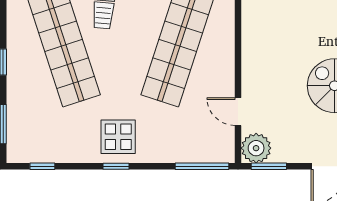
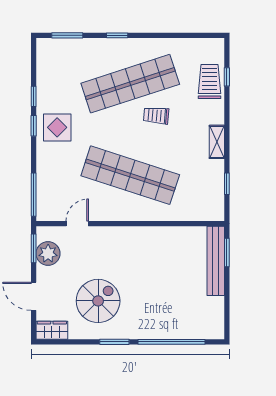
plant: (256, 148) -> (48, 254), moved
window: (42, 166) -> (34, 96), moved

